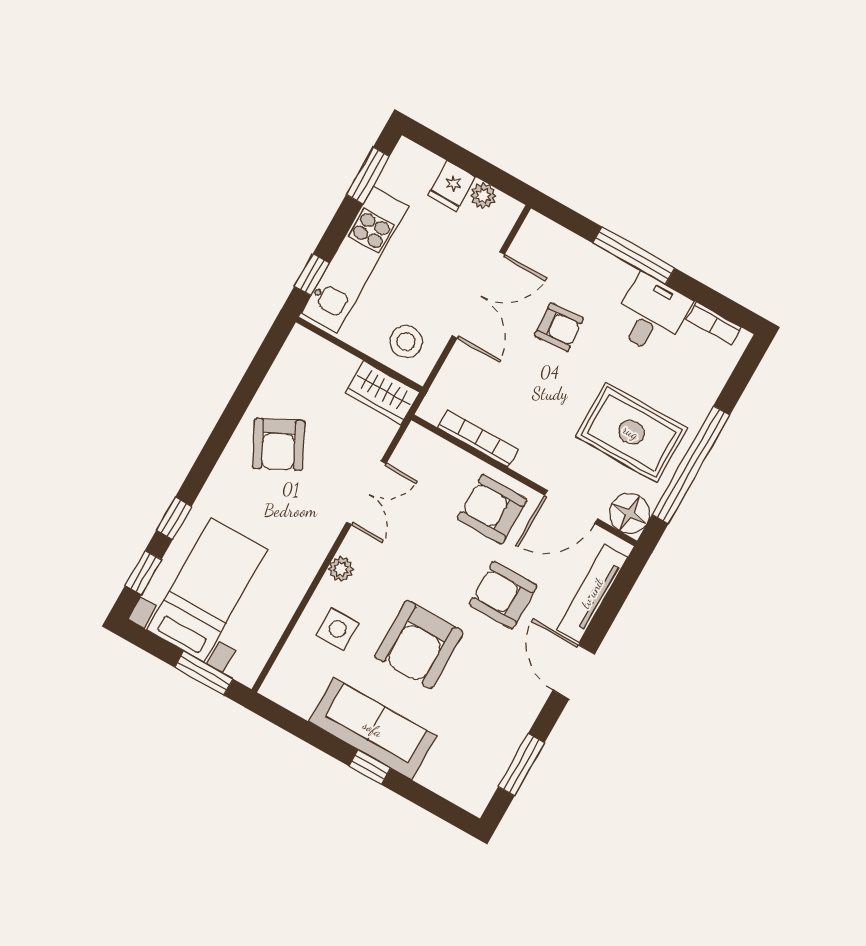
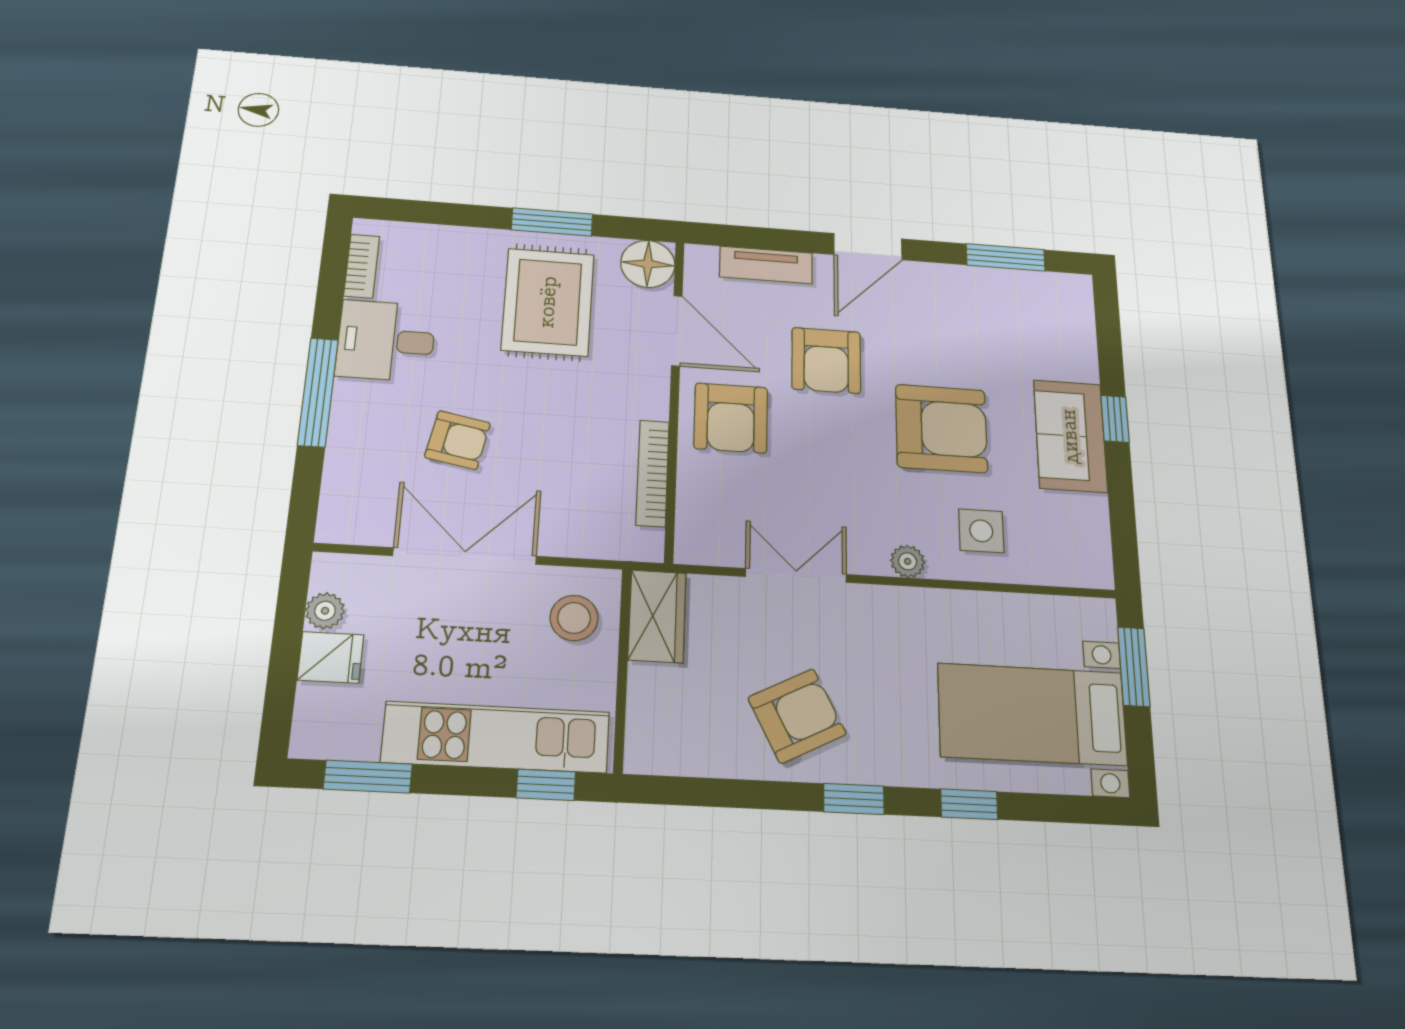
armchair: (559, 327) -> (458, 440), turned 105
window: (691, 465) -> (552, 222), width x0.47
window: (143, 573) -> (854, 799), moved
tv unit: (592, 593) -> (766, 265), width x0.71
sofa: (373, 729) -> (1070, 436), width x0.73

